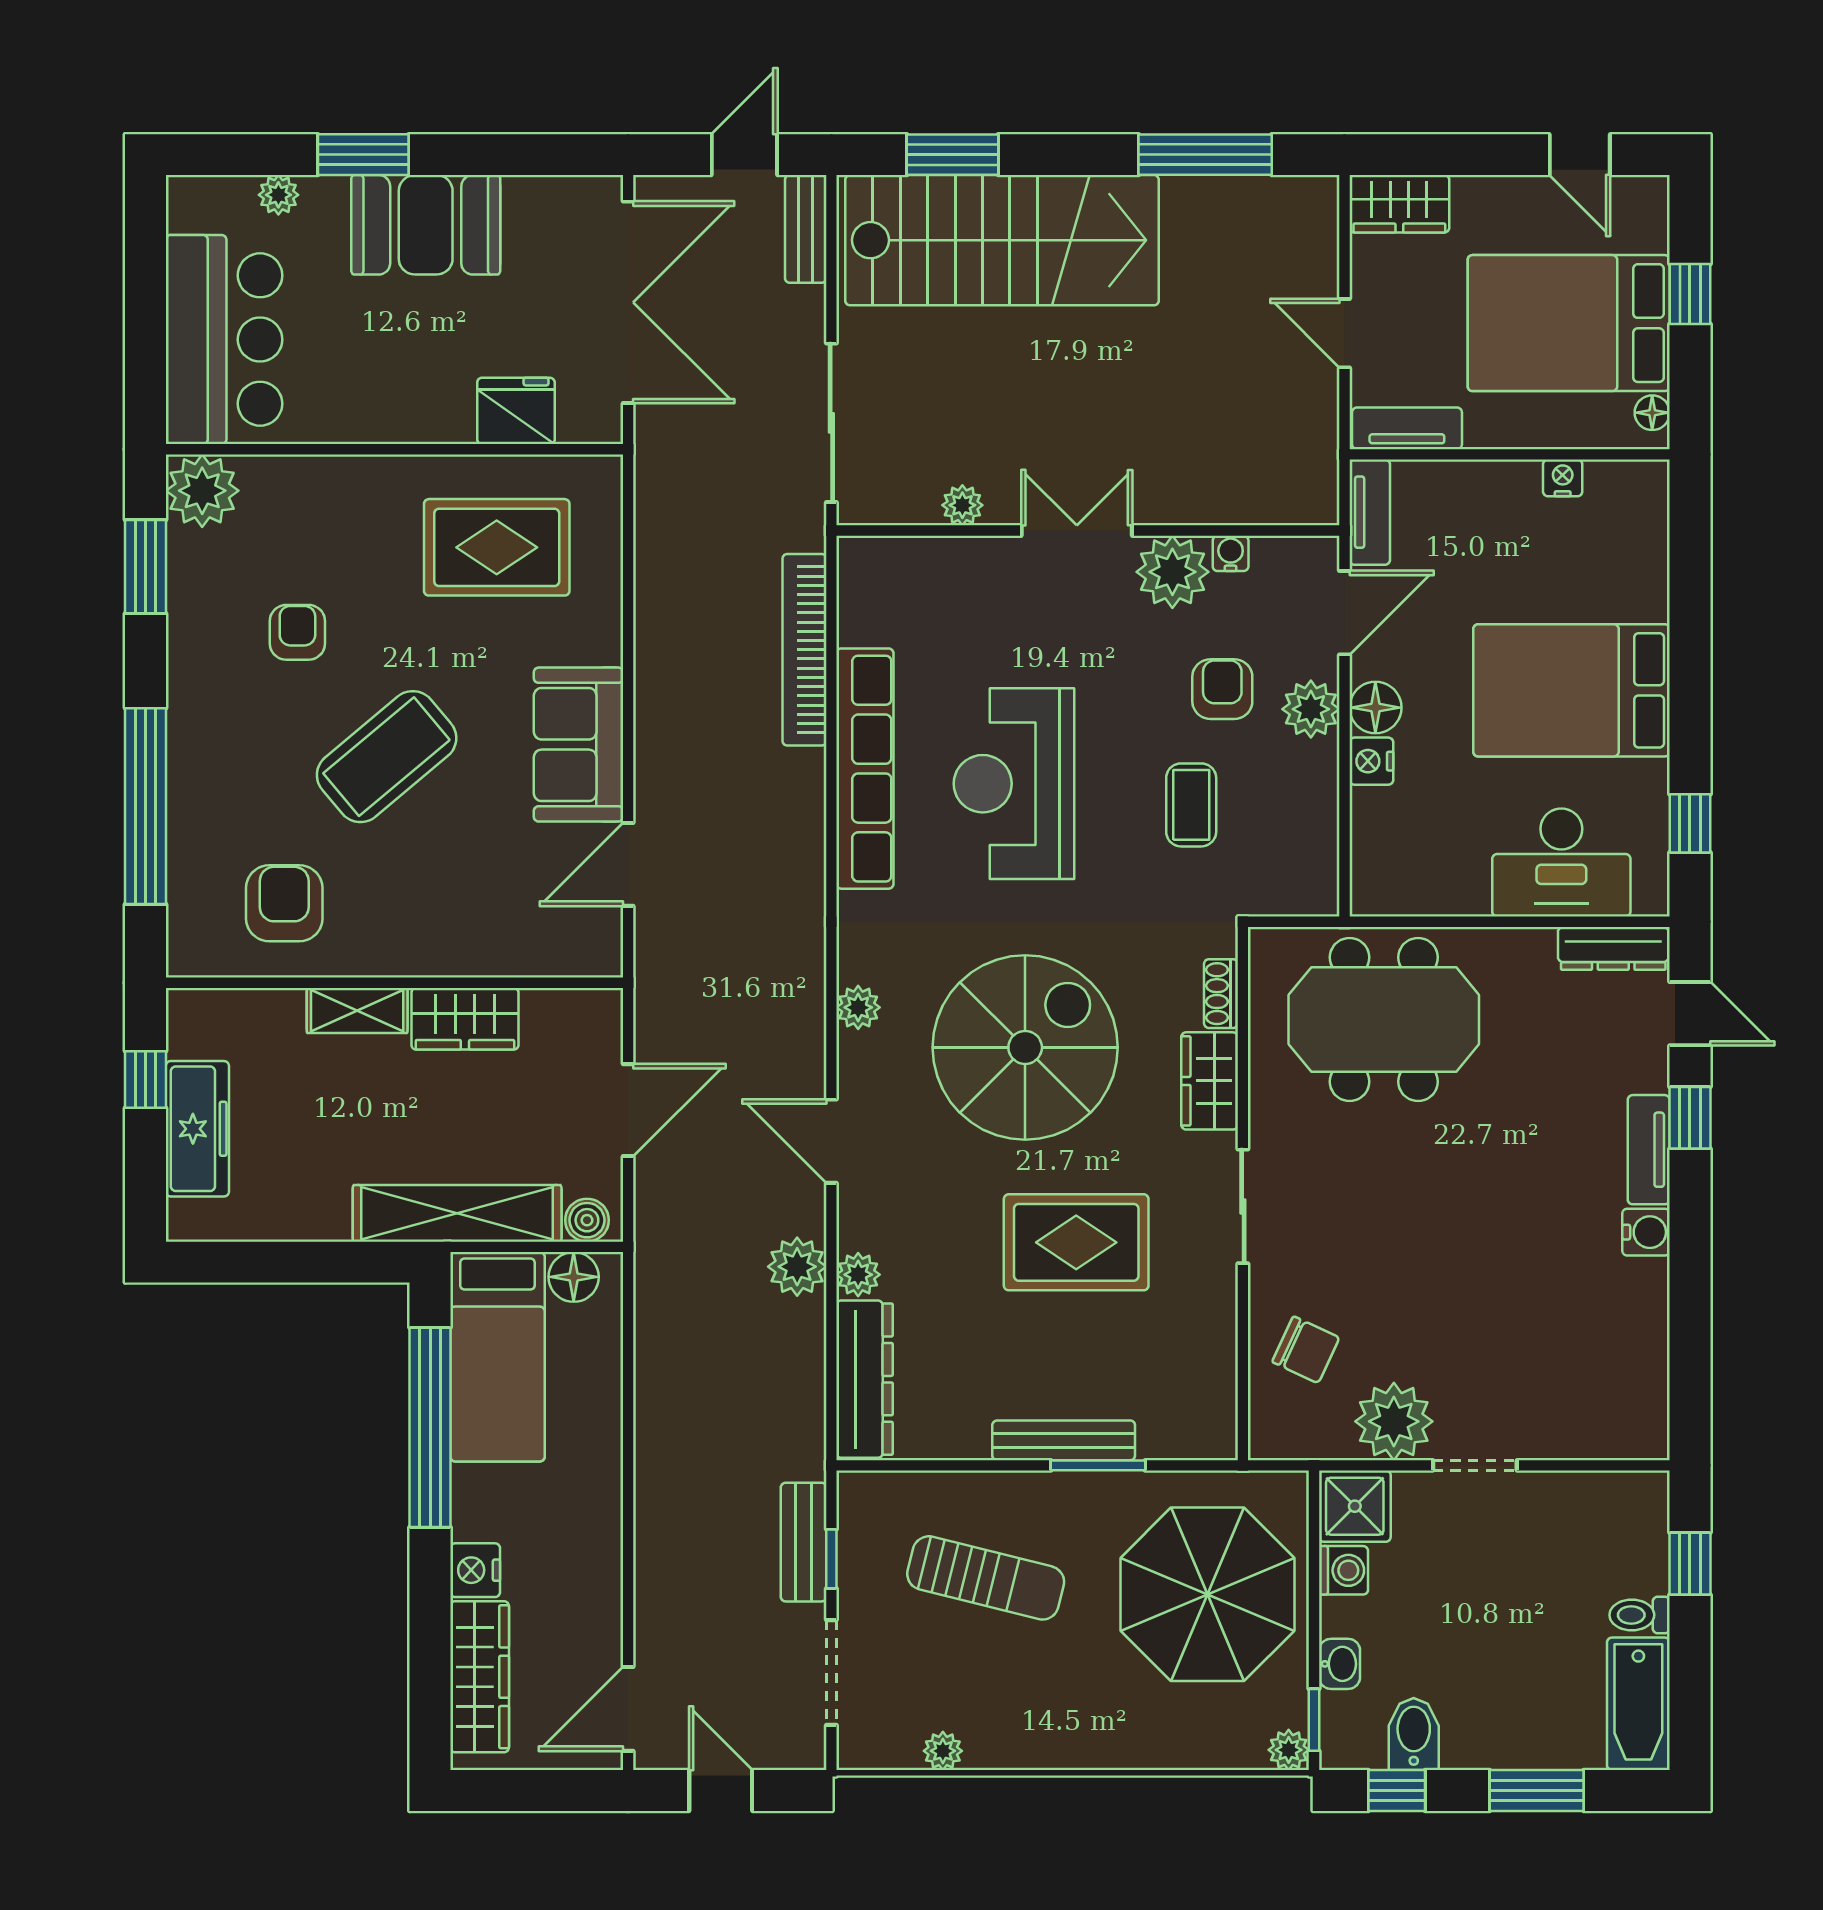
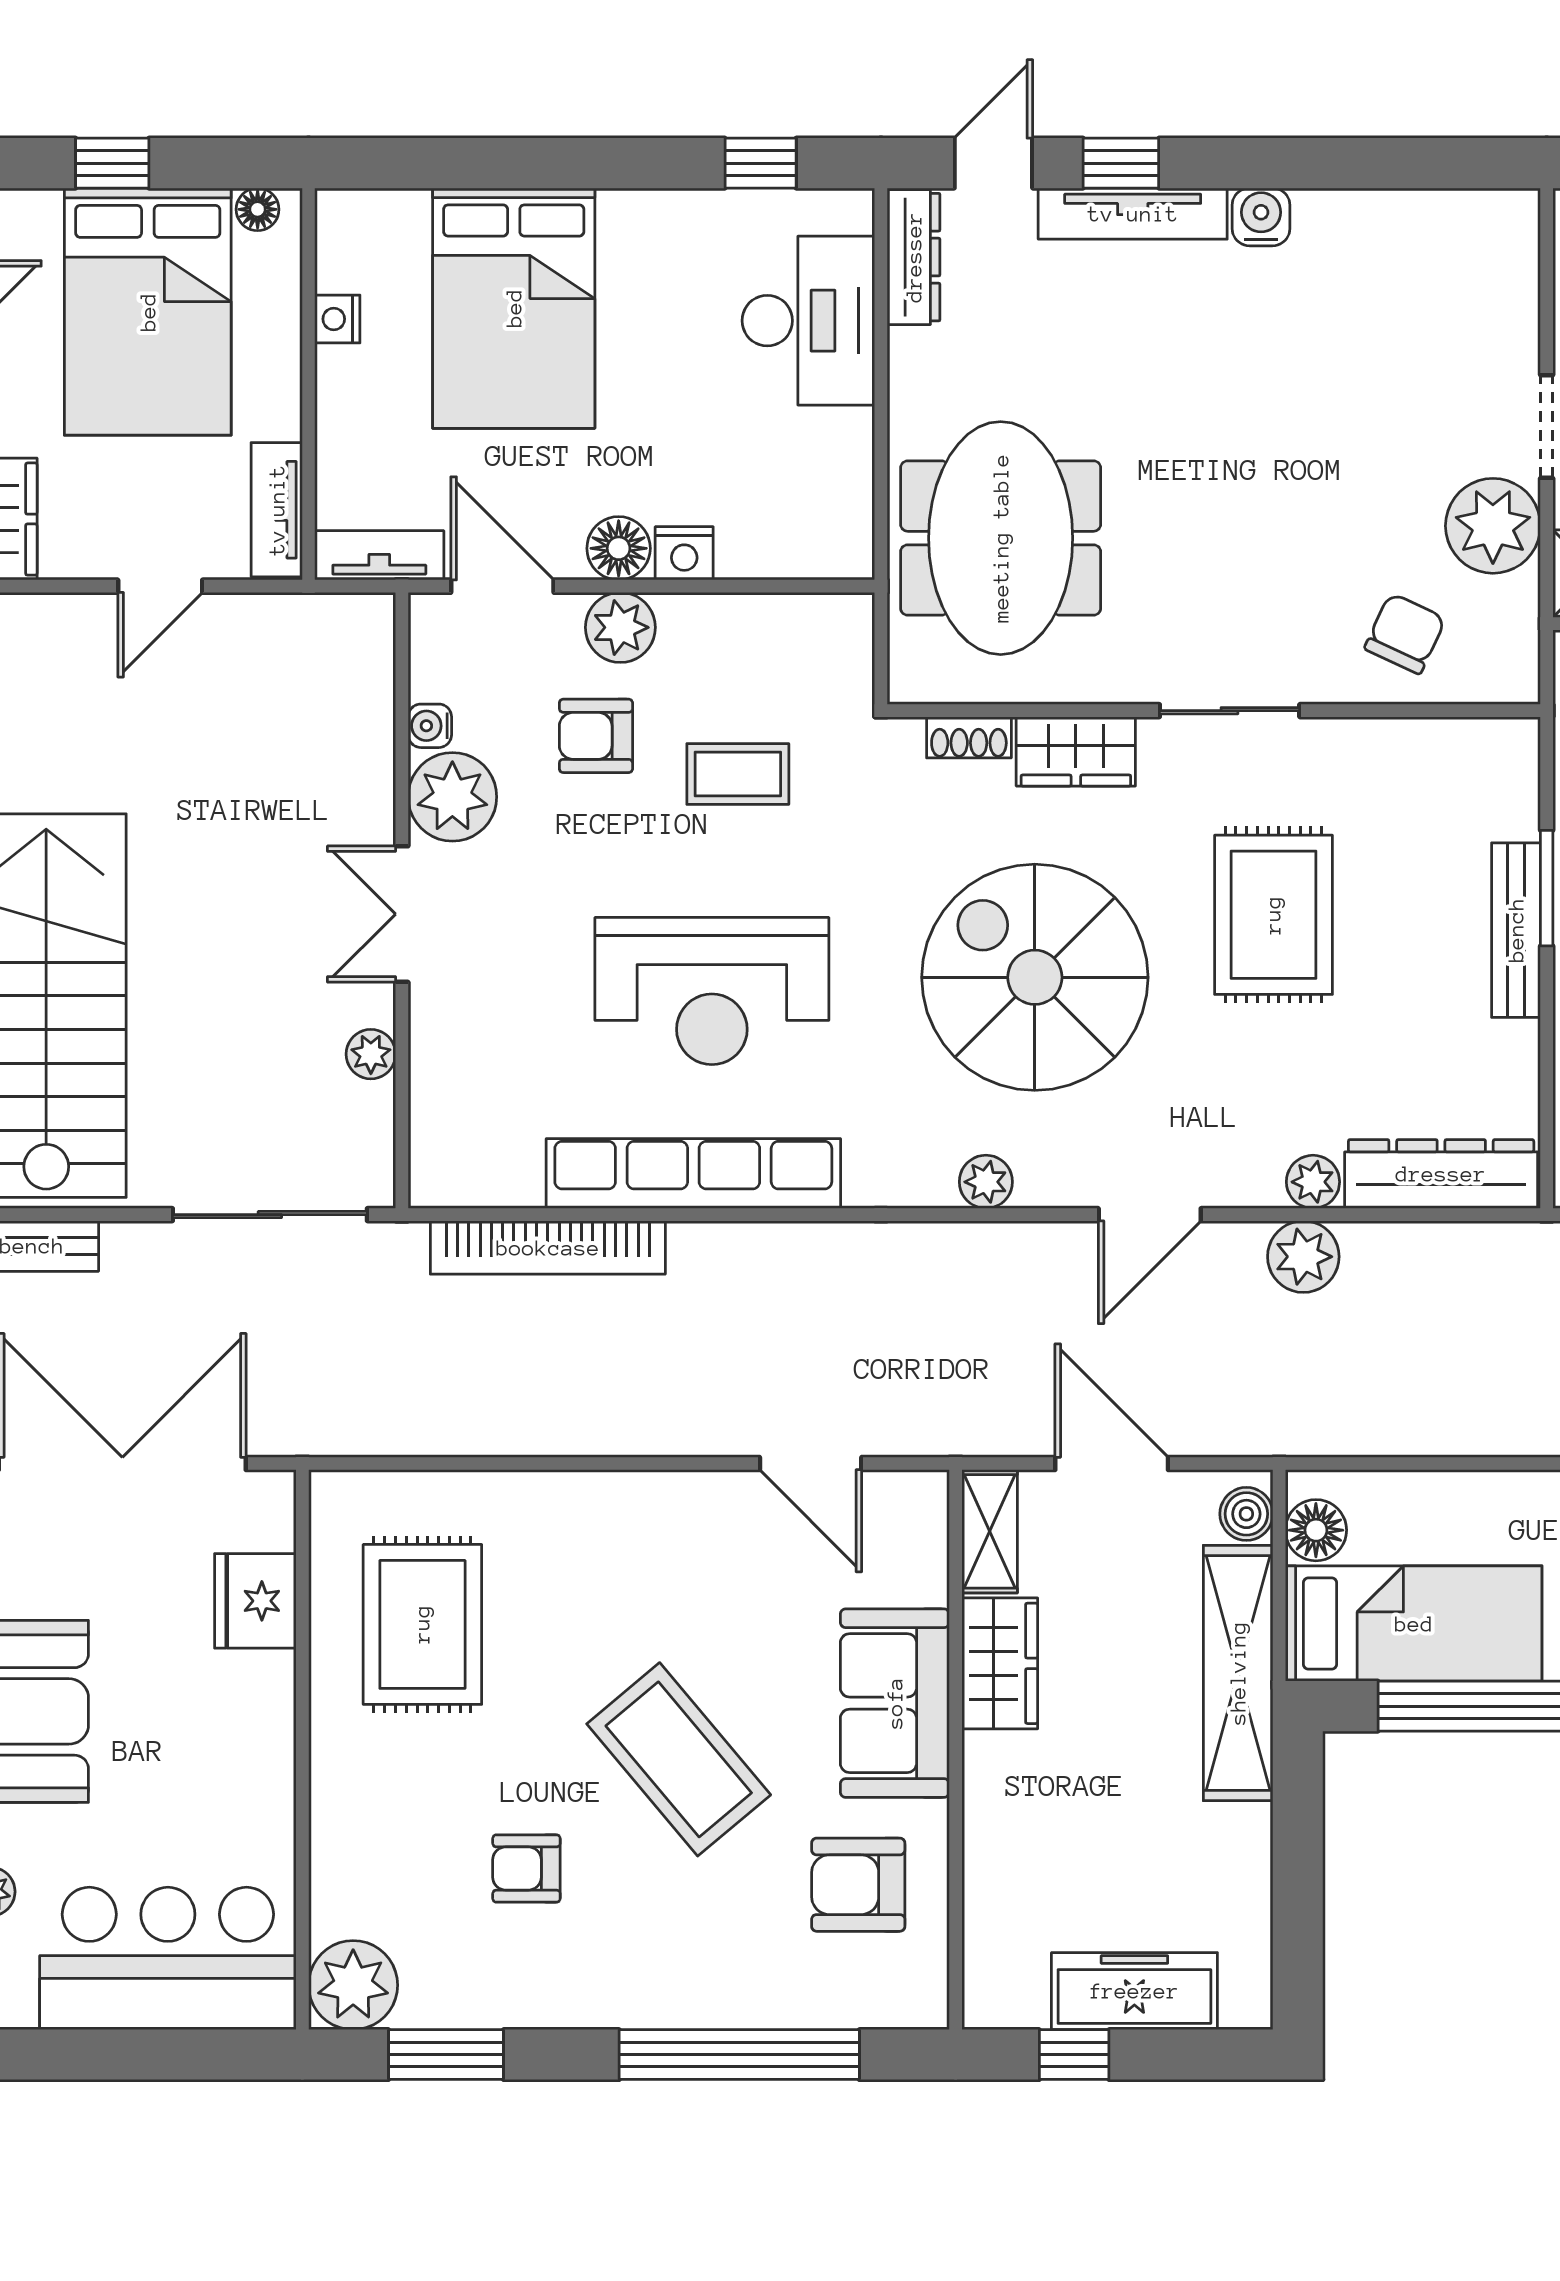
bed: (1572, 690) -> (514, 308), moved
sofa: (579, 745) -> (895, 1703), moved, turned 90
shelving: (357, 1010) -> (990, 1531), moved
tv unit: (1649, 1150) -> (1133, 214), width x1.41

